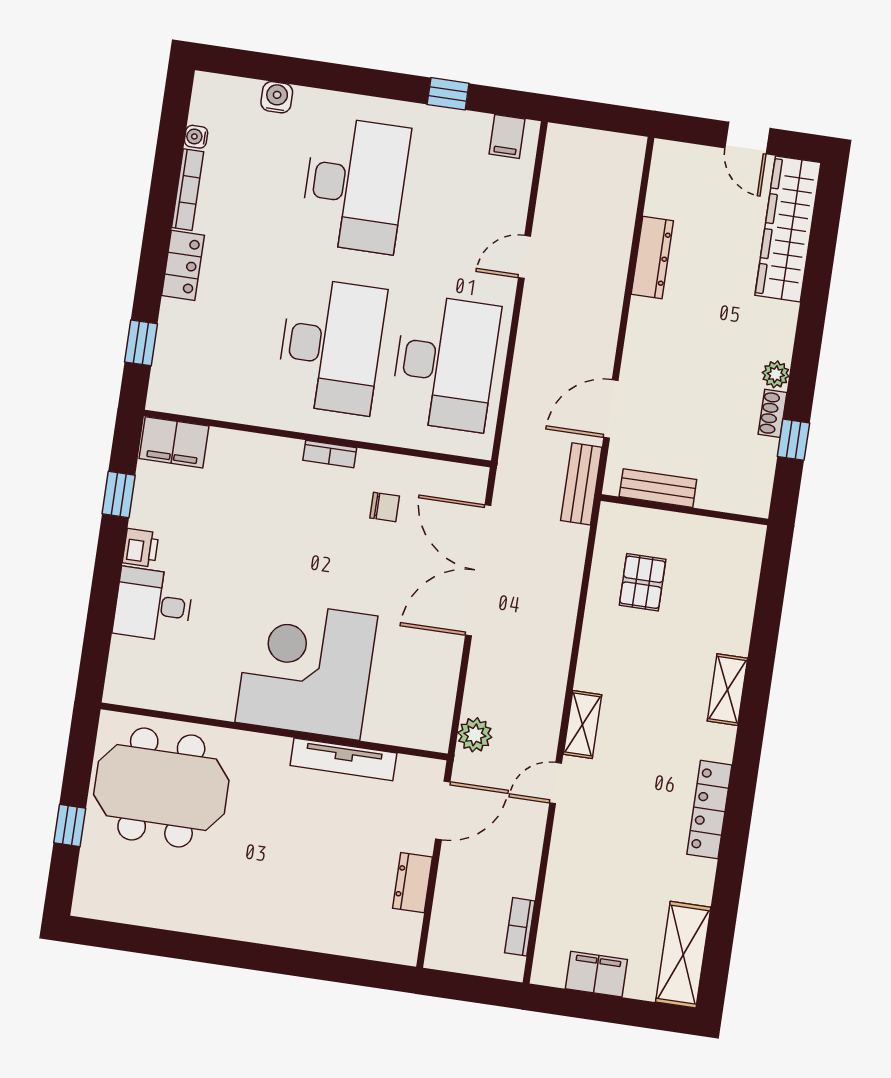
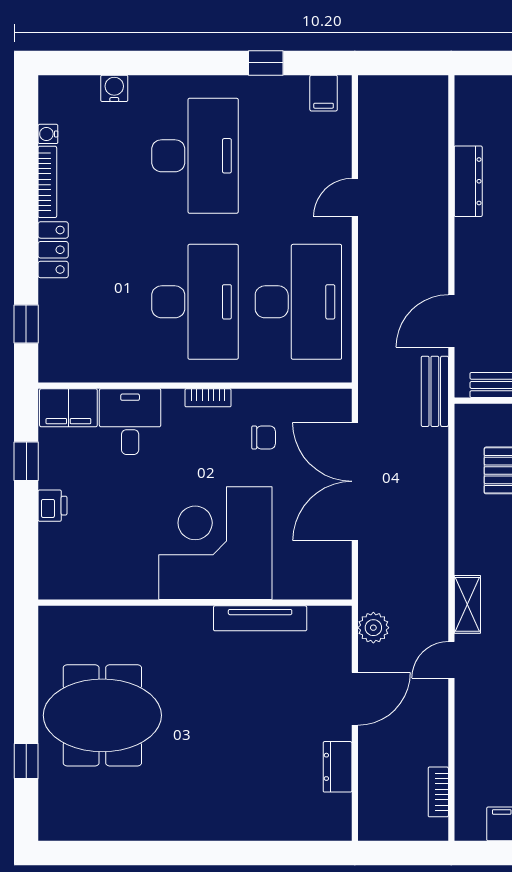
desk: (153, 605) -> (130, 422), moved, turned 90
corner desk: (306, 669) -> (215, 543), moved
wall: (274, 731) -> (195, 603), moved
tv unit: (343, 759) -> (260, 618), moved

